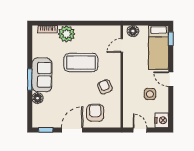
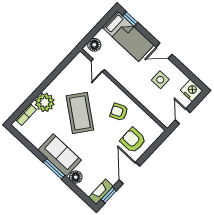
coffee table: (81, 63) -> (80, 113), turned -53
fireplace: (43, 123) -> (101, 192), added
door: (140, 130) -> (183, 116), hinge flipped

